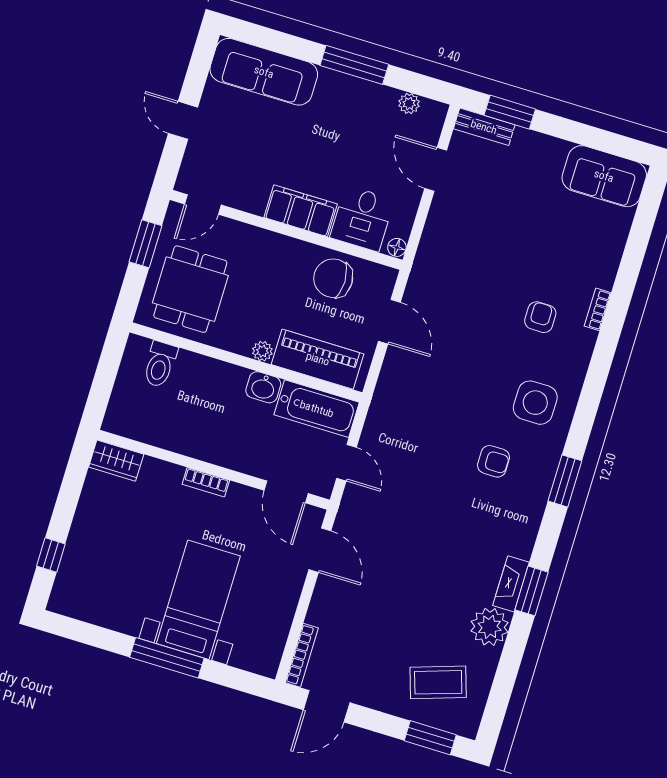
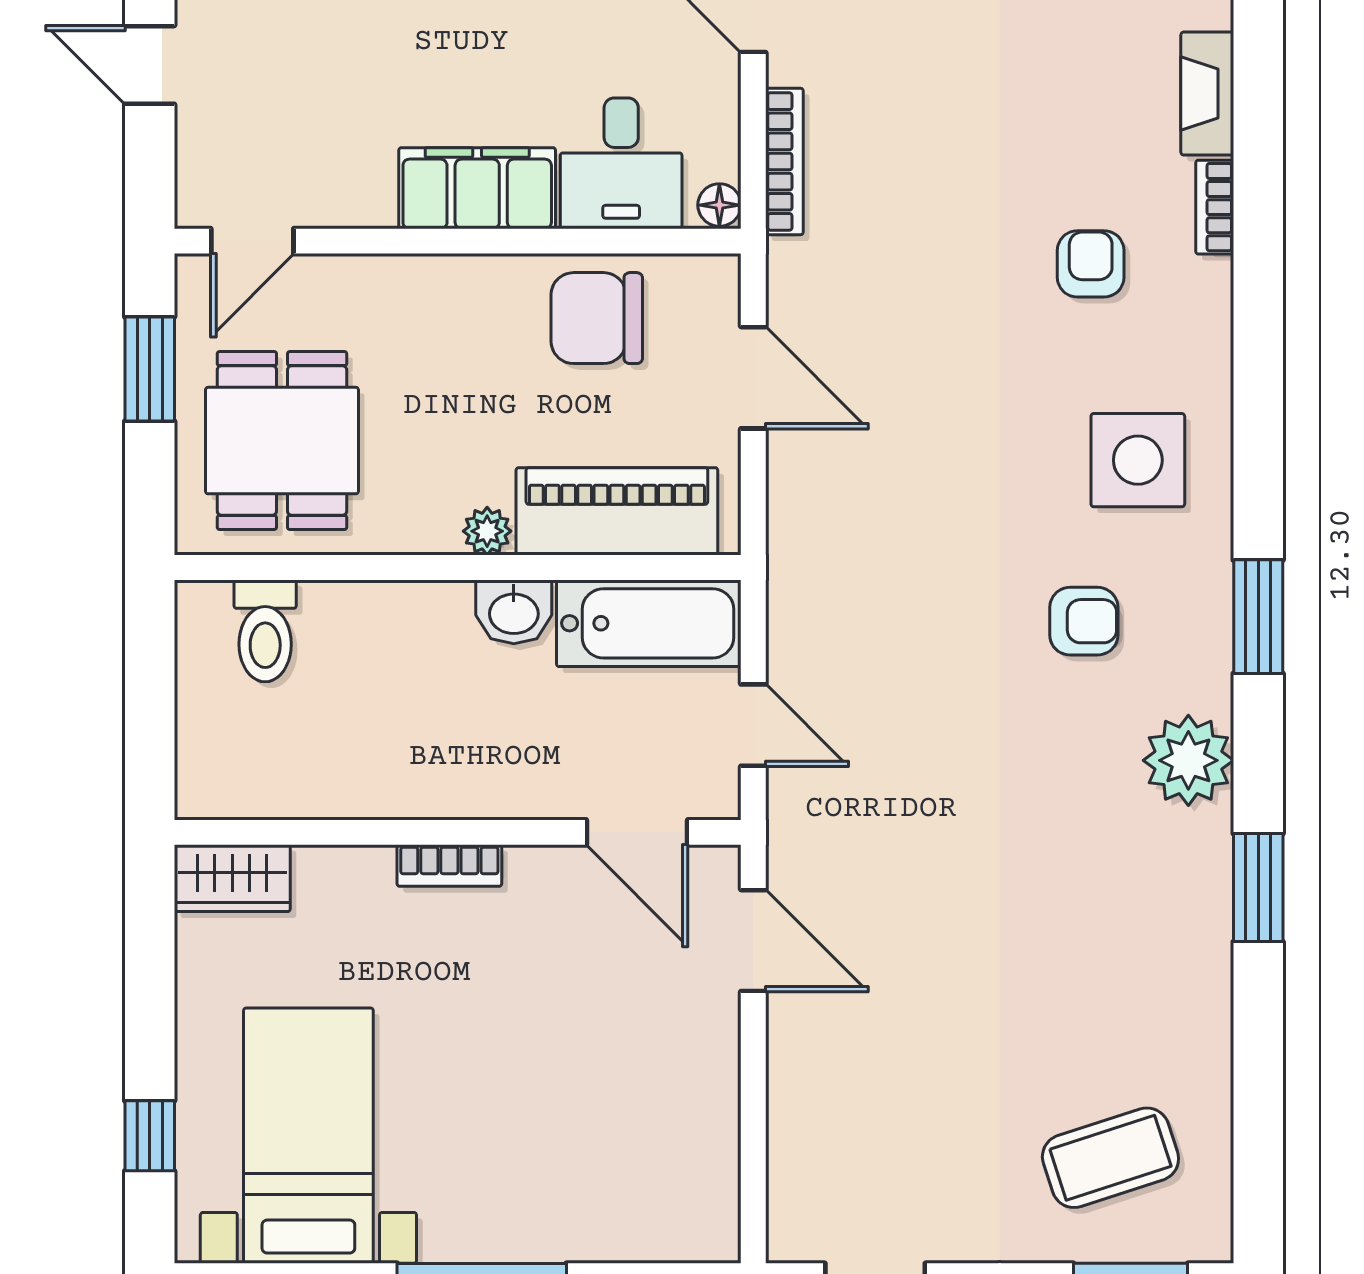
fireplace: (511, 584) -> (1207, 94), moved
bed with nightstands: (198, 600) -> (308, 1136), moved
plant: (490, 627) -> (1188, 760), moved
bookcase: (302, 655) -> (784, 161), moved

